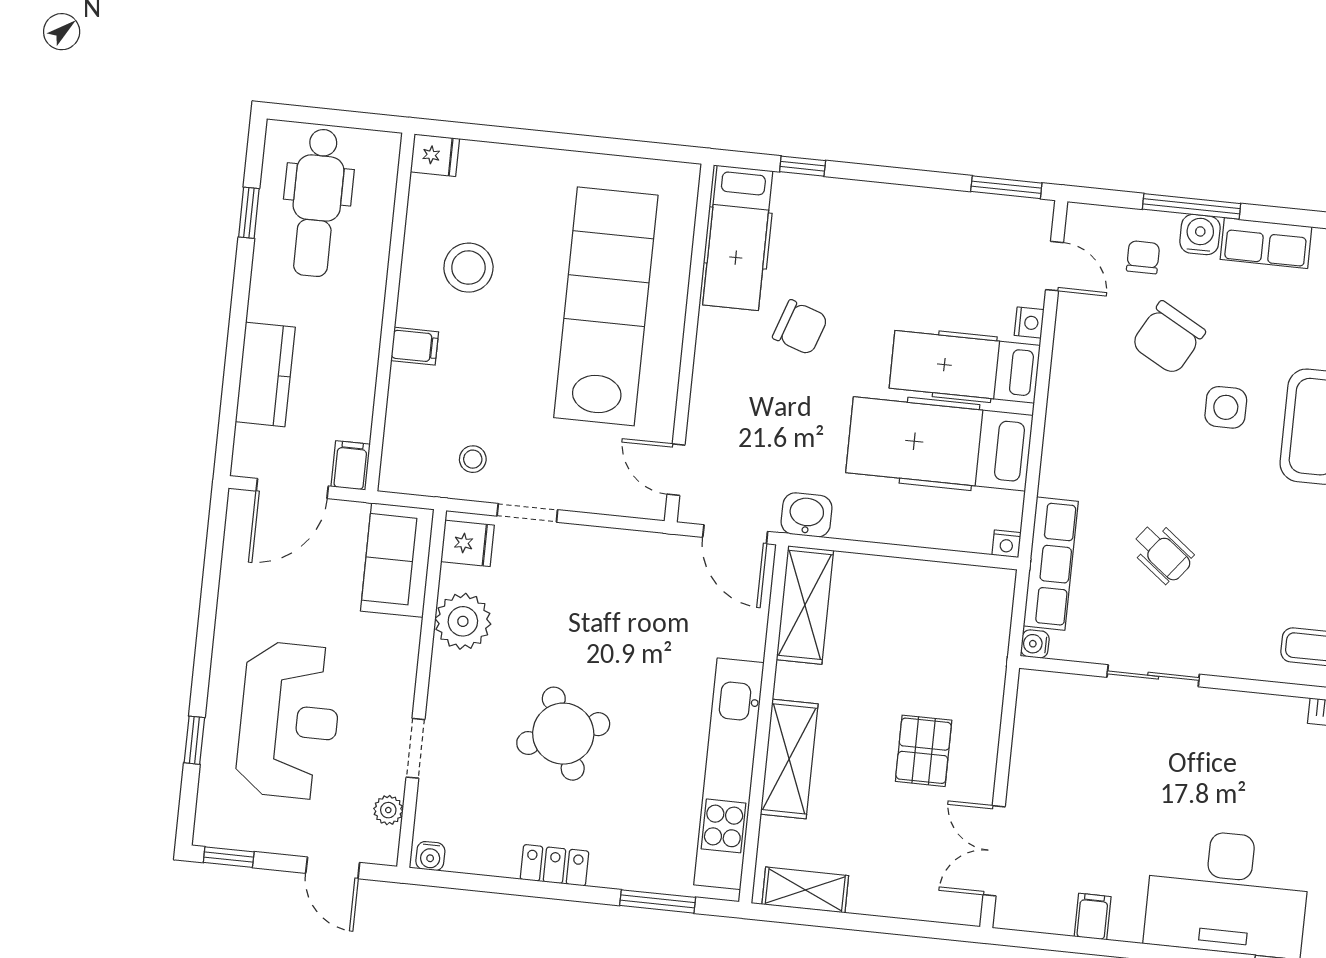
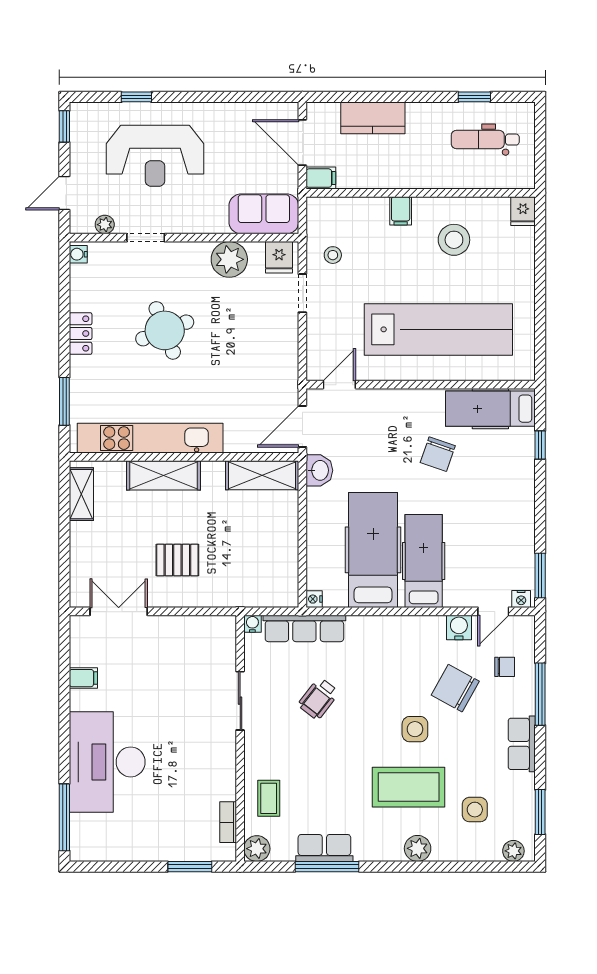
dental chair: (317, 203) -> (485, 140), width x0.73, depth x0.72
water cooler: (1200, 235) -> (459, 627), moved, turned -90
nightstand: (1029, 323) -> (521, 599), moved

